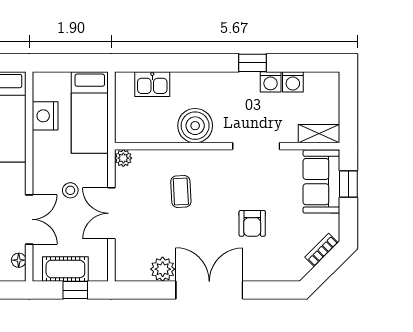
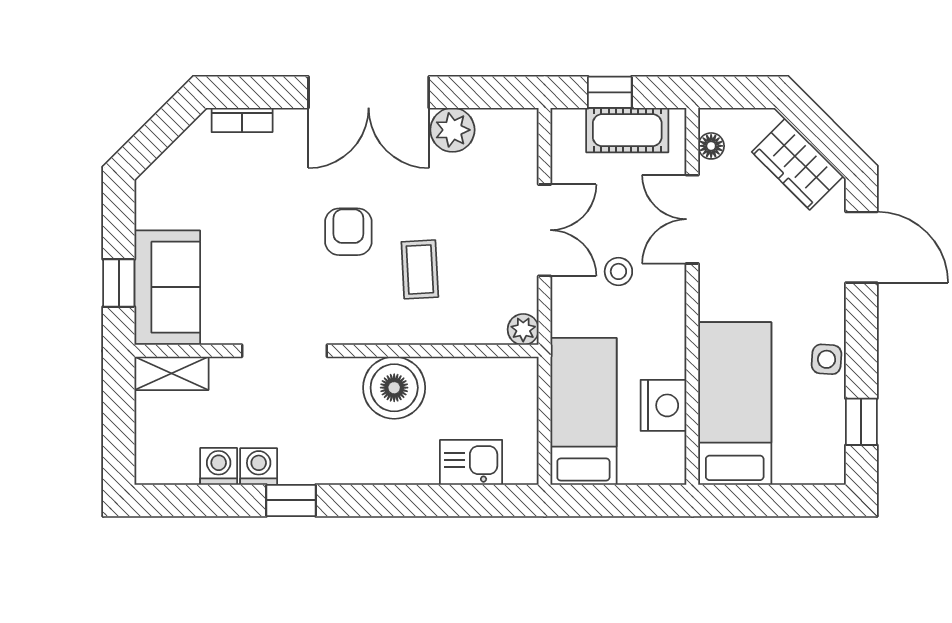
armchair: (252, 223) -> (348, 232), moved
bookcase: (322, 250) -> (242, 120), moved, turned 45

